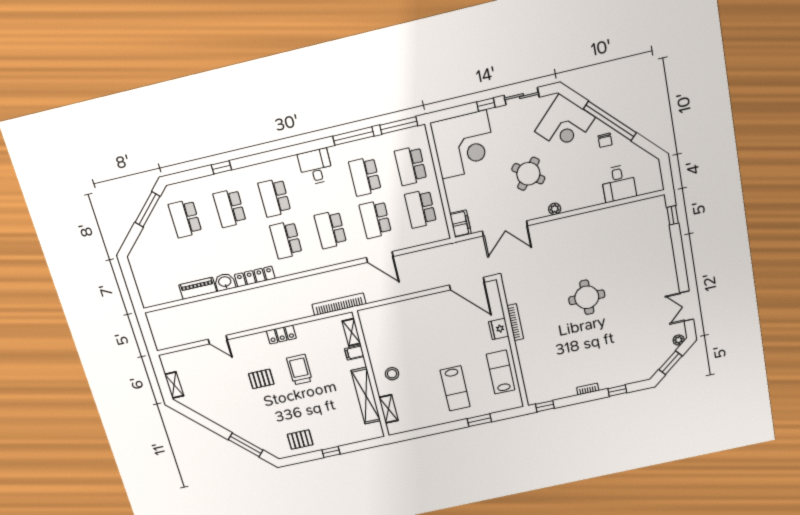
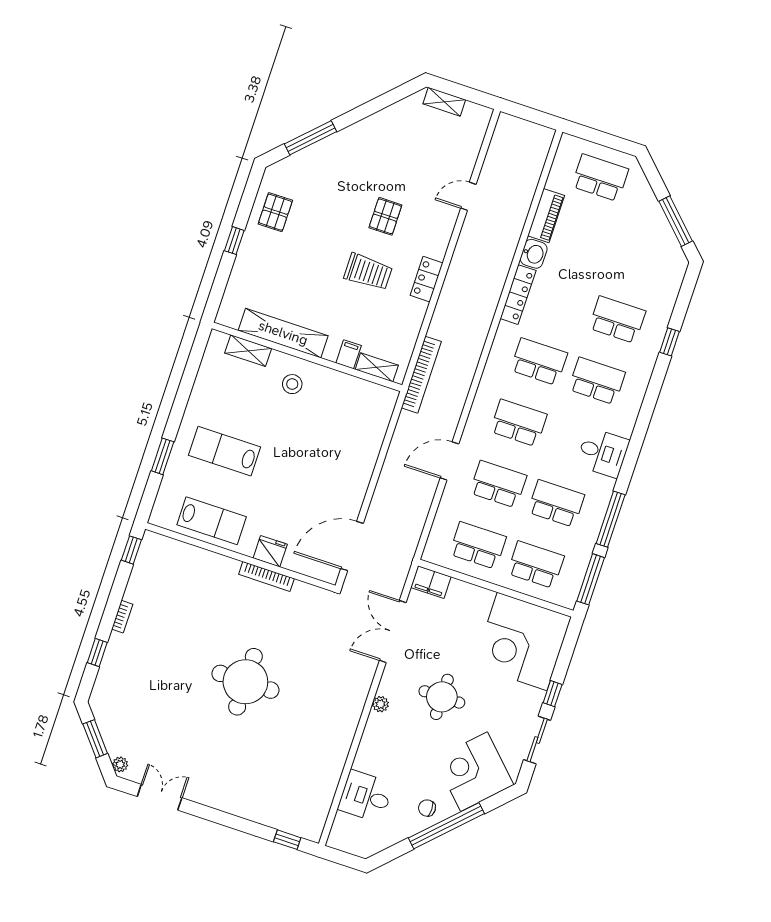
round table: (528, 174) -> (442, 697), turned -38
school desk: (185, 219) -> (600, 178), moved
round table: (587, 297) -> (245, 682), width x1.36, depth x1.36

